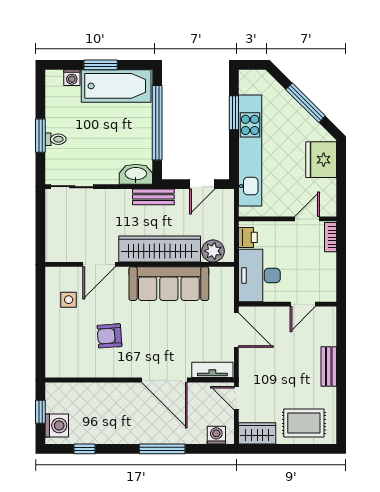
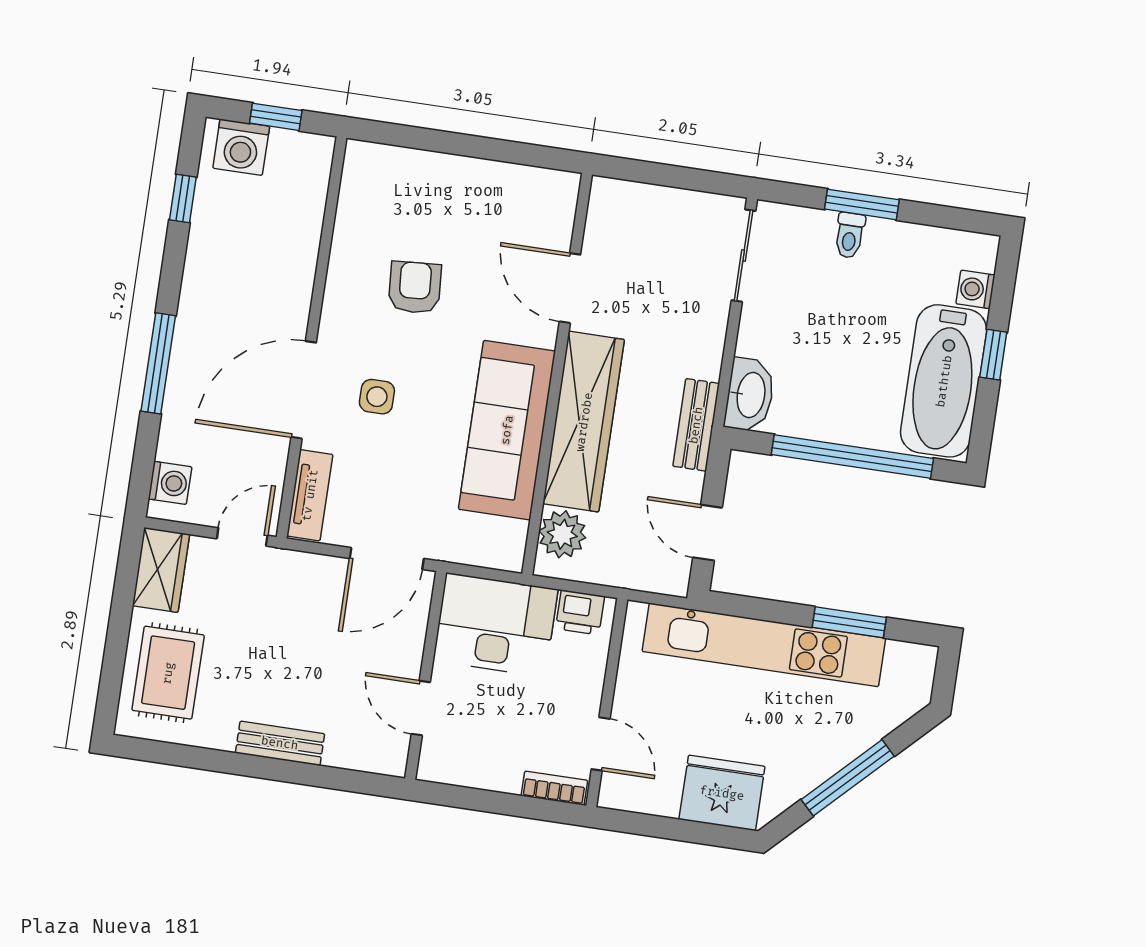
window: (101, 65) -> (993, 355), width x0.67
side table: (69, 300) -> (377, 397), moved

